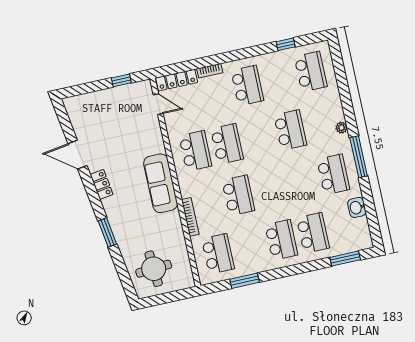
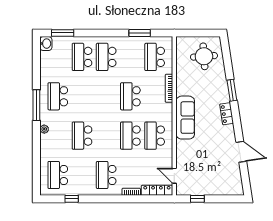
locker: (102, 184) -> (227, 114), moved
washbasin: (357, 207) -> (46, 44), moved

